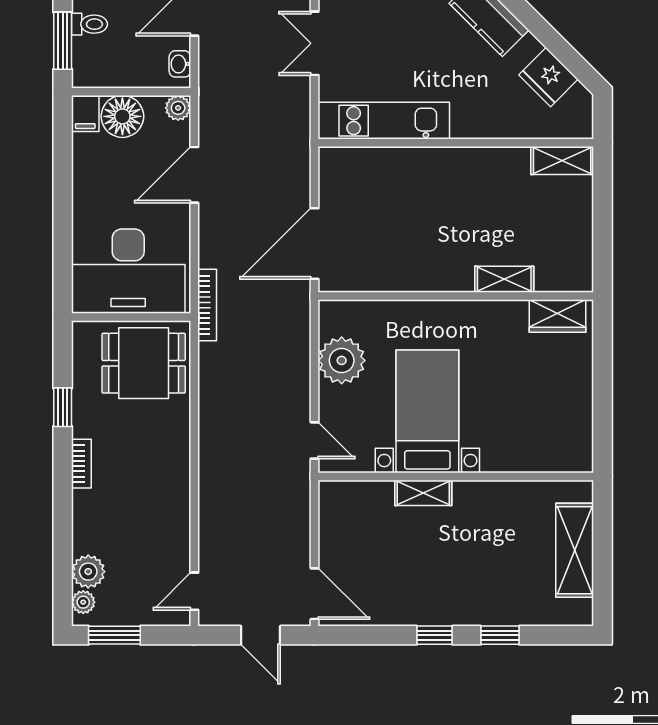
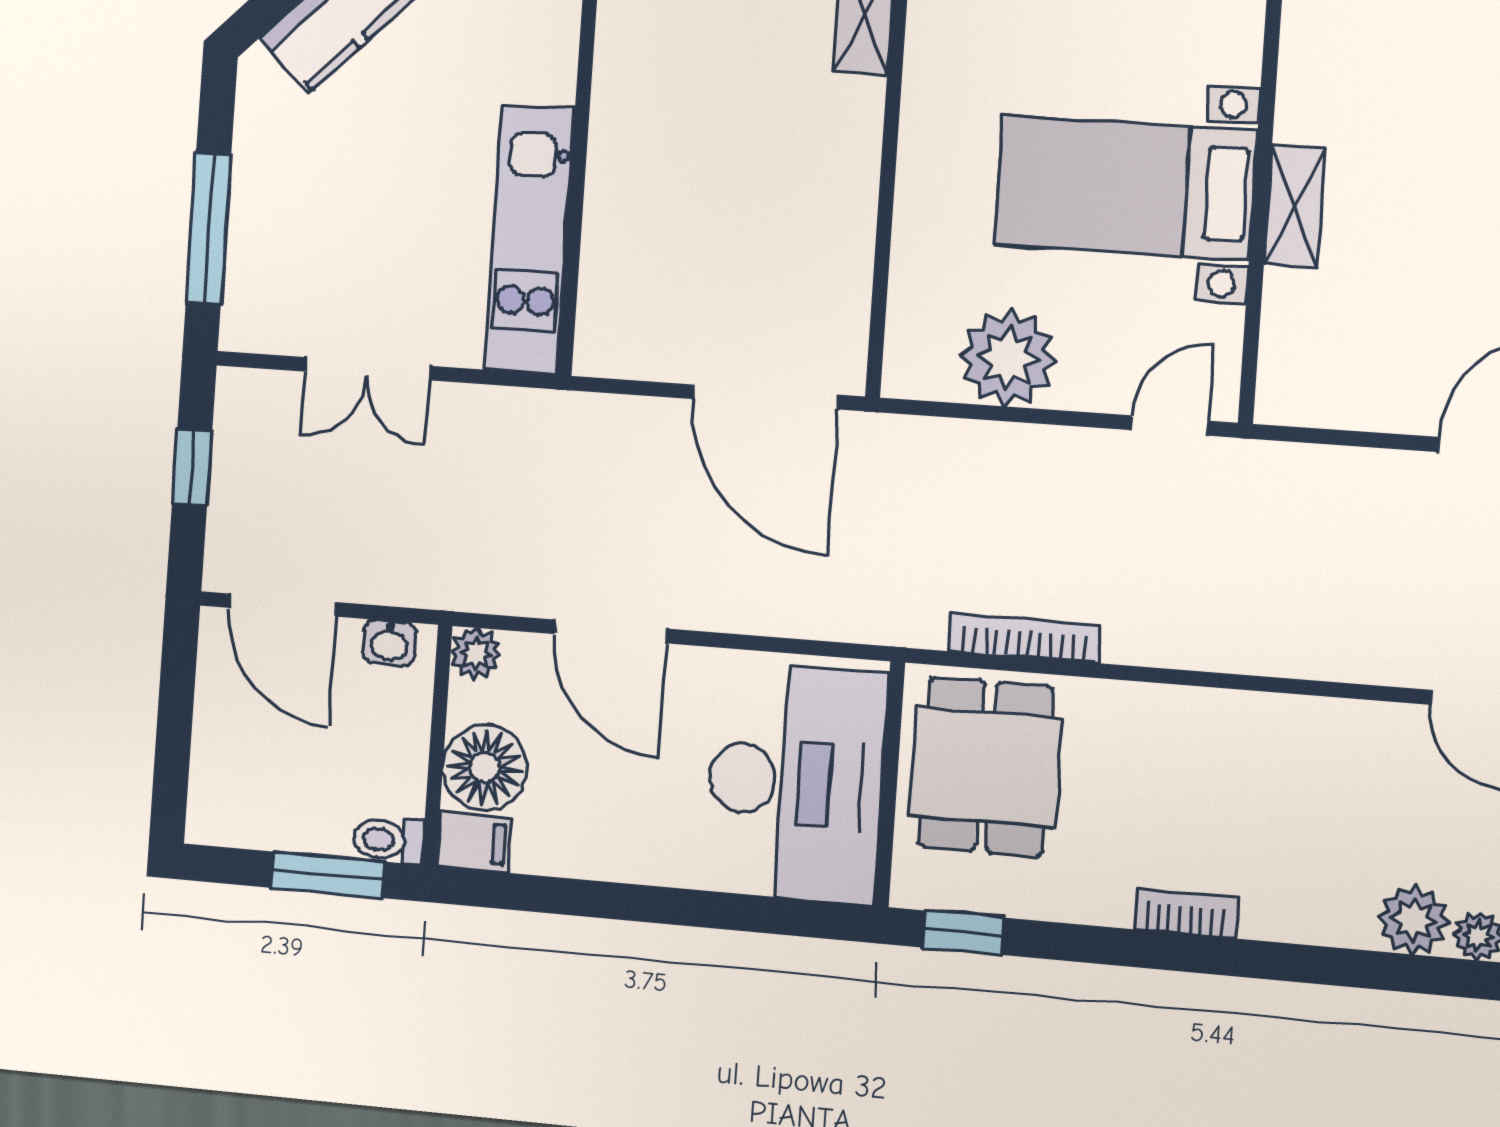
toilet: (89, 24) -> (388, 840), moved, turned -90
bookcase: (207, 305) -> (1024, 638), moved
window: (63, 407) -> (963, 933), moved

